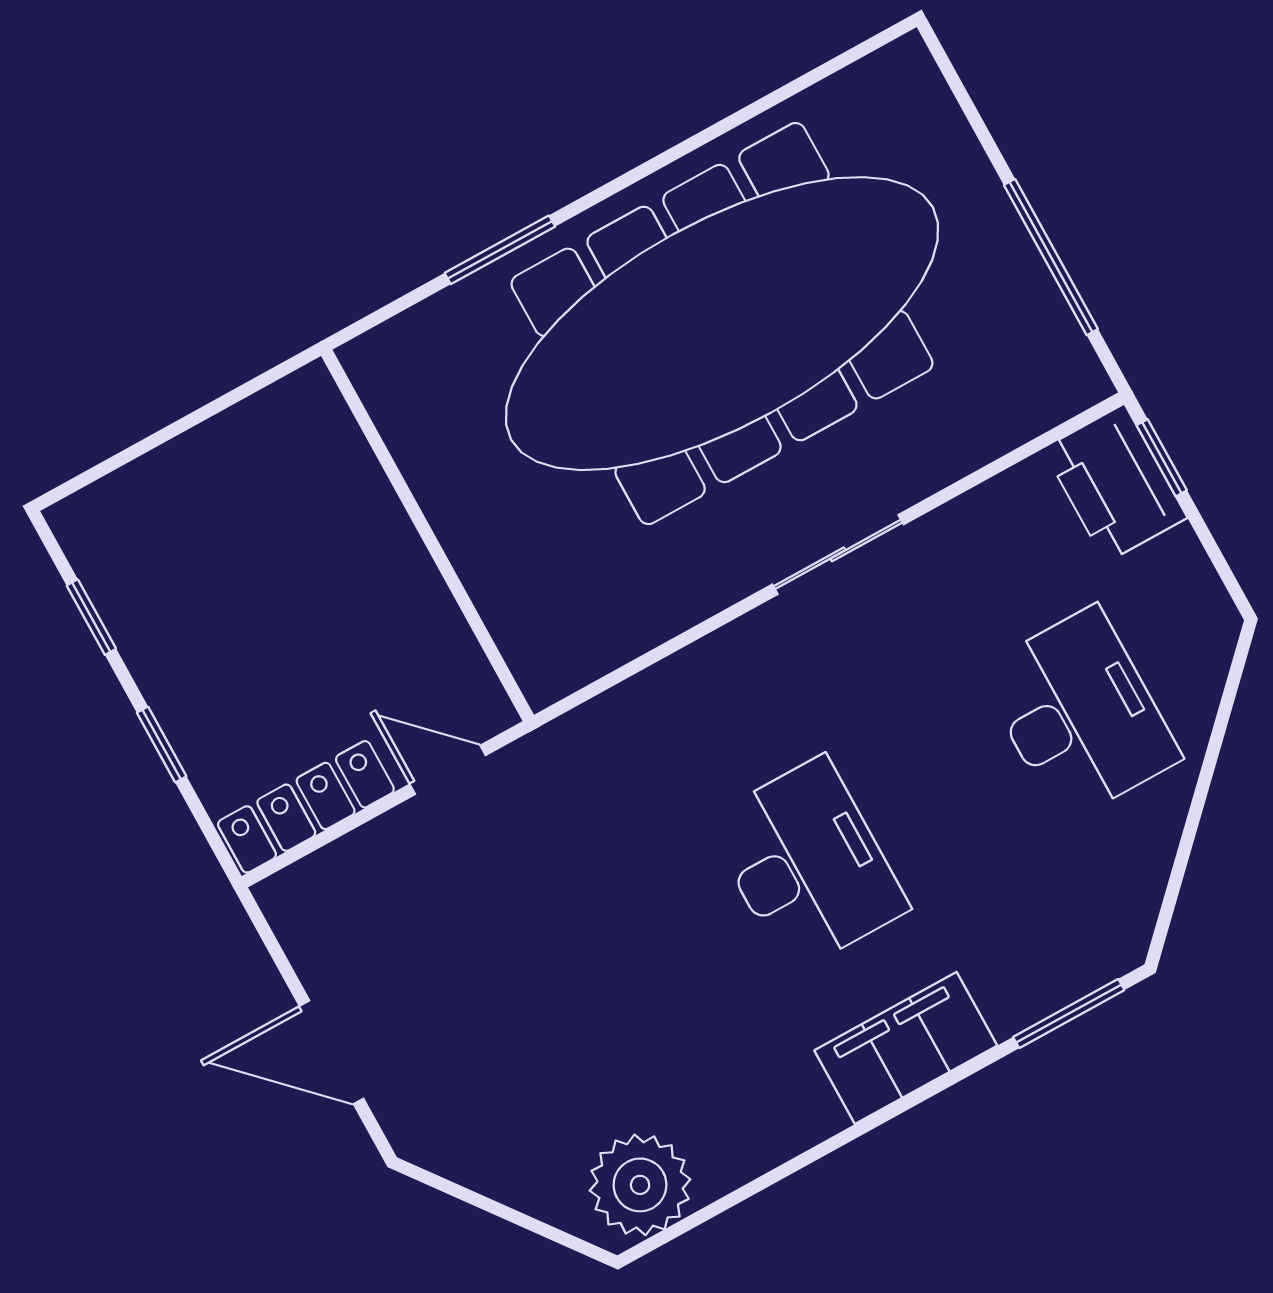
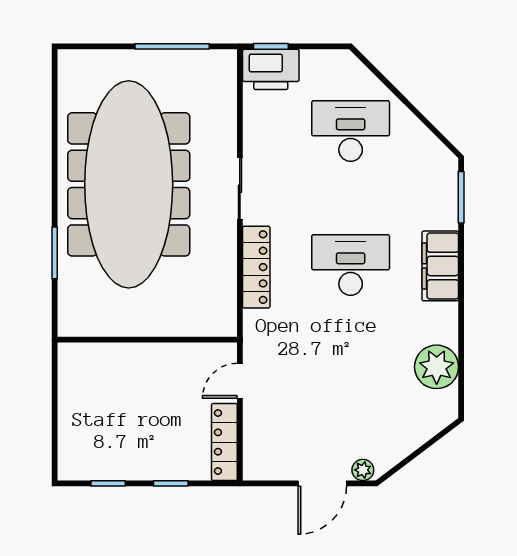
locker: (697, 675) -> (256, 267), added
plant: (404, 1120) -> (363, 470), added
plant: (640, 1185) -> (437, 367), moved

